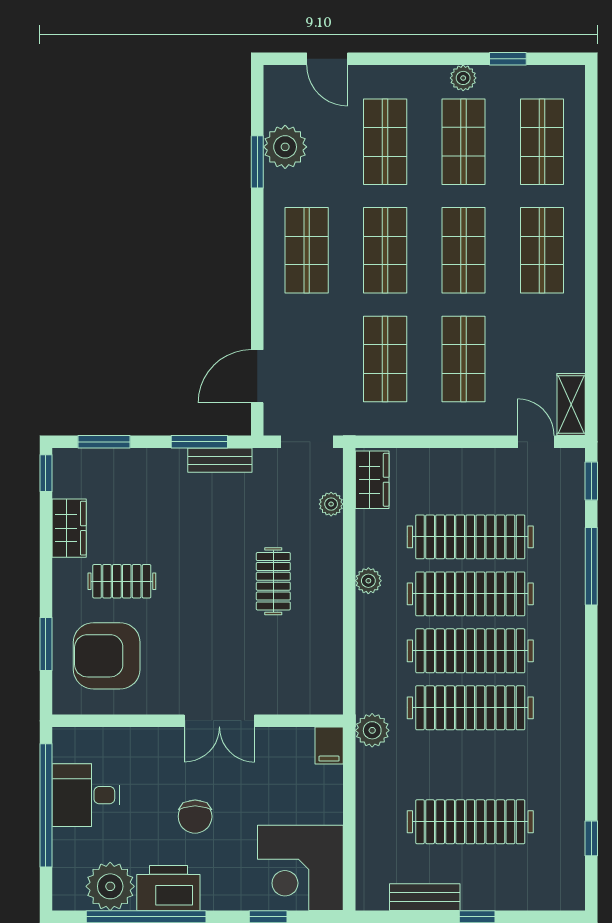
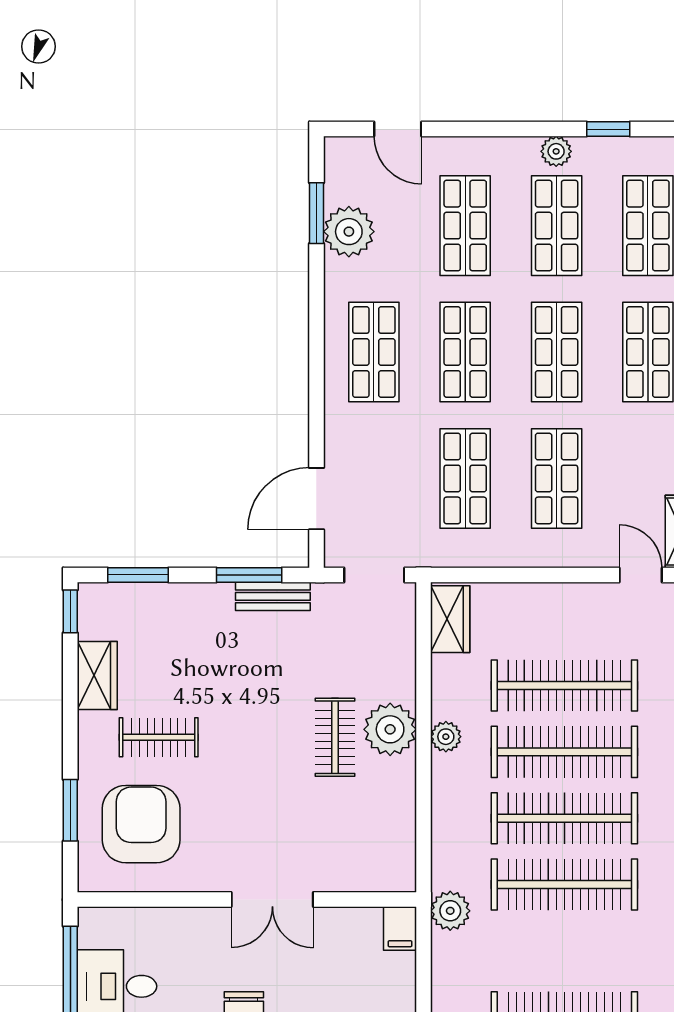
window: (257, 162) -> (316, 213), moved
plant: (331, 504) -> (390, 729), moved, width x1.87, depth x1.87
armchair: (107, 656) -> (141, 824), turned 90

